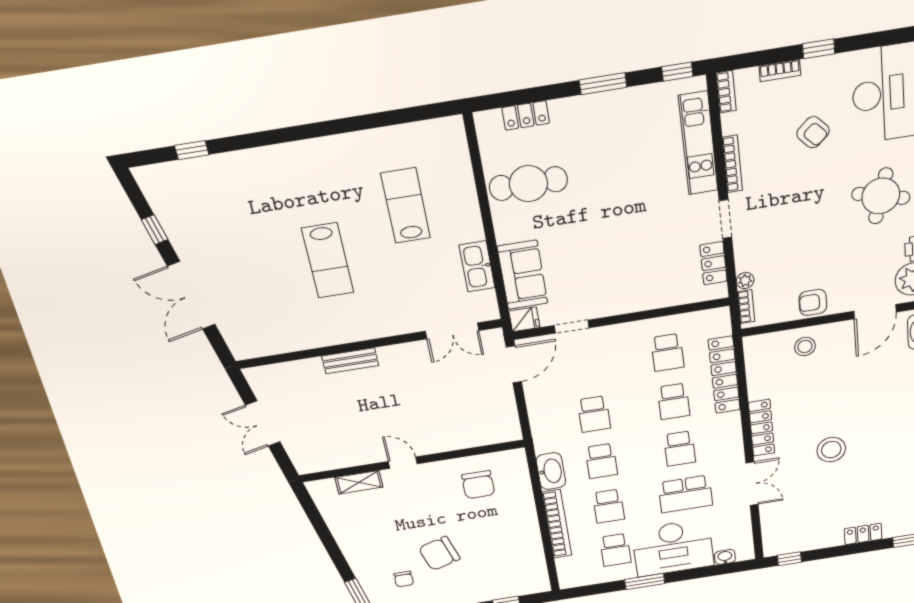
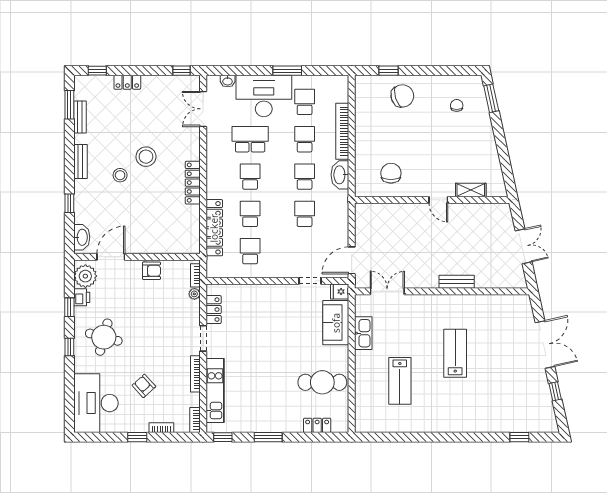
stool: (805, 347) -> (120, 175), moved
double door: (752, 484) -> (203, 109), moved
chair: (439, 553) -> (402, 96), moved

